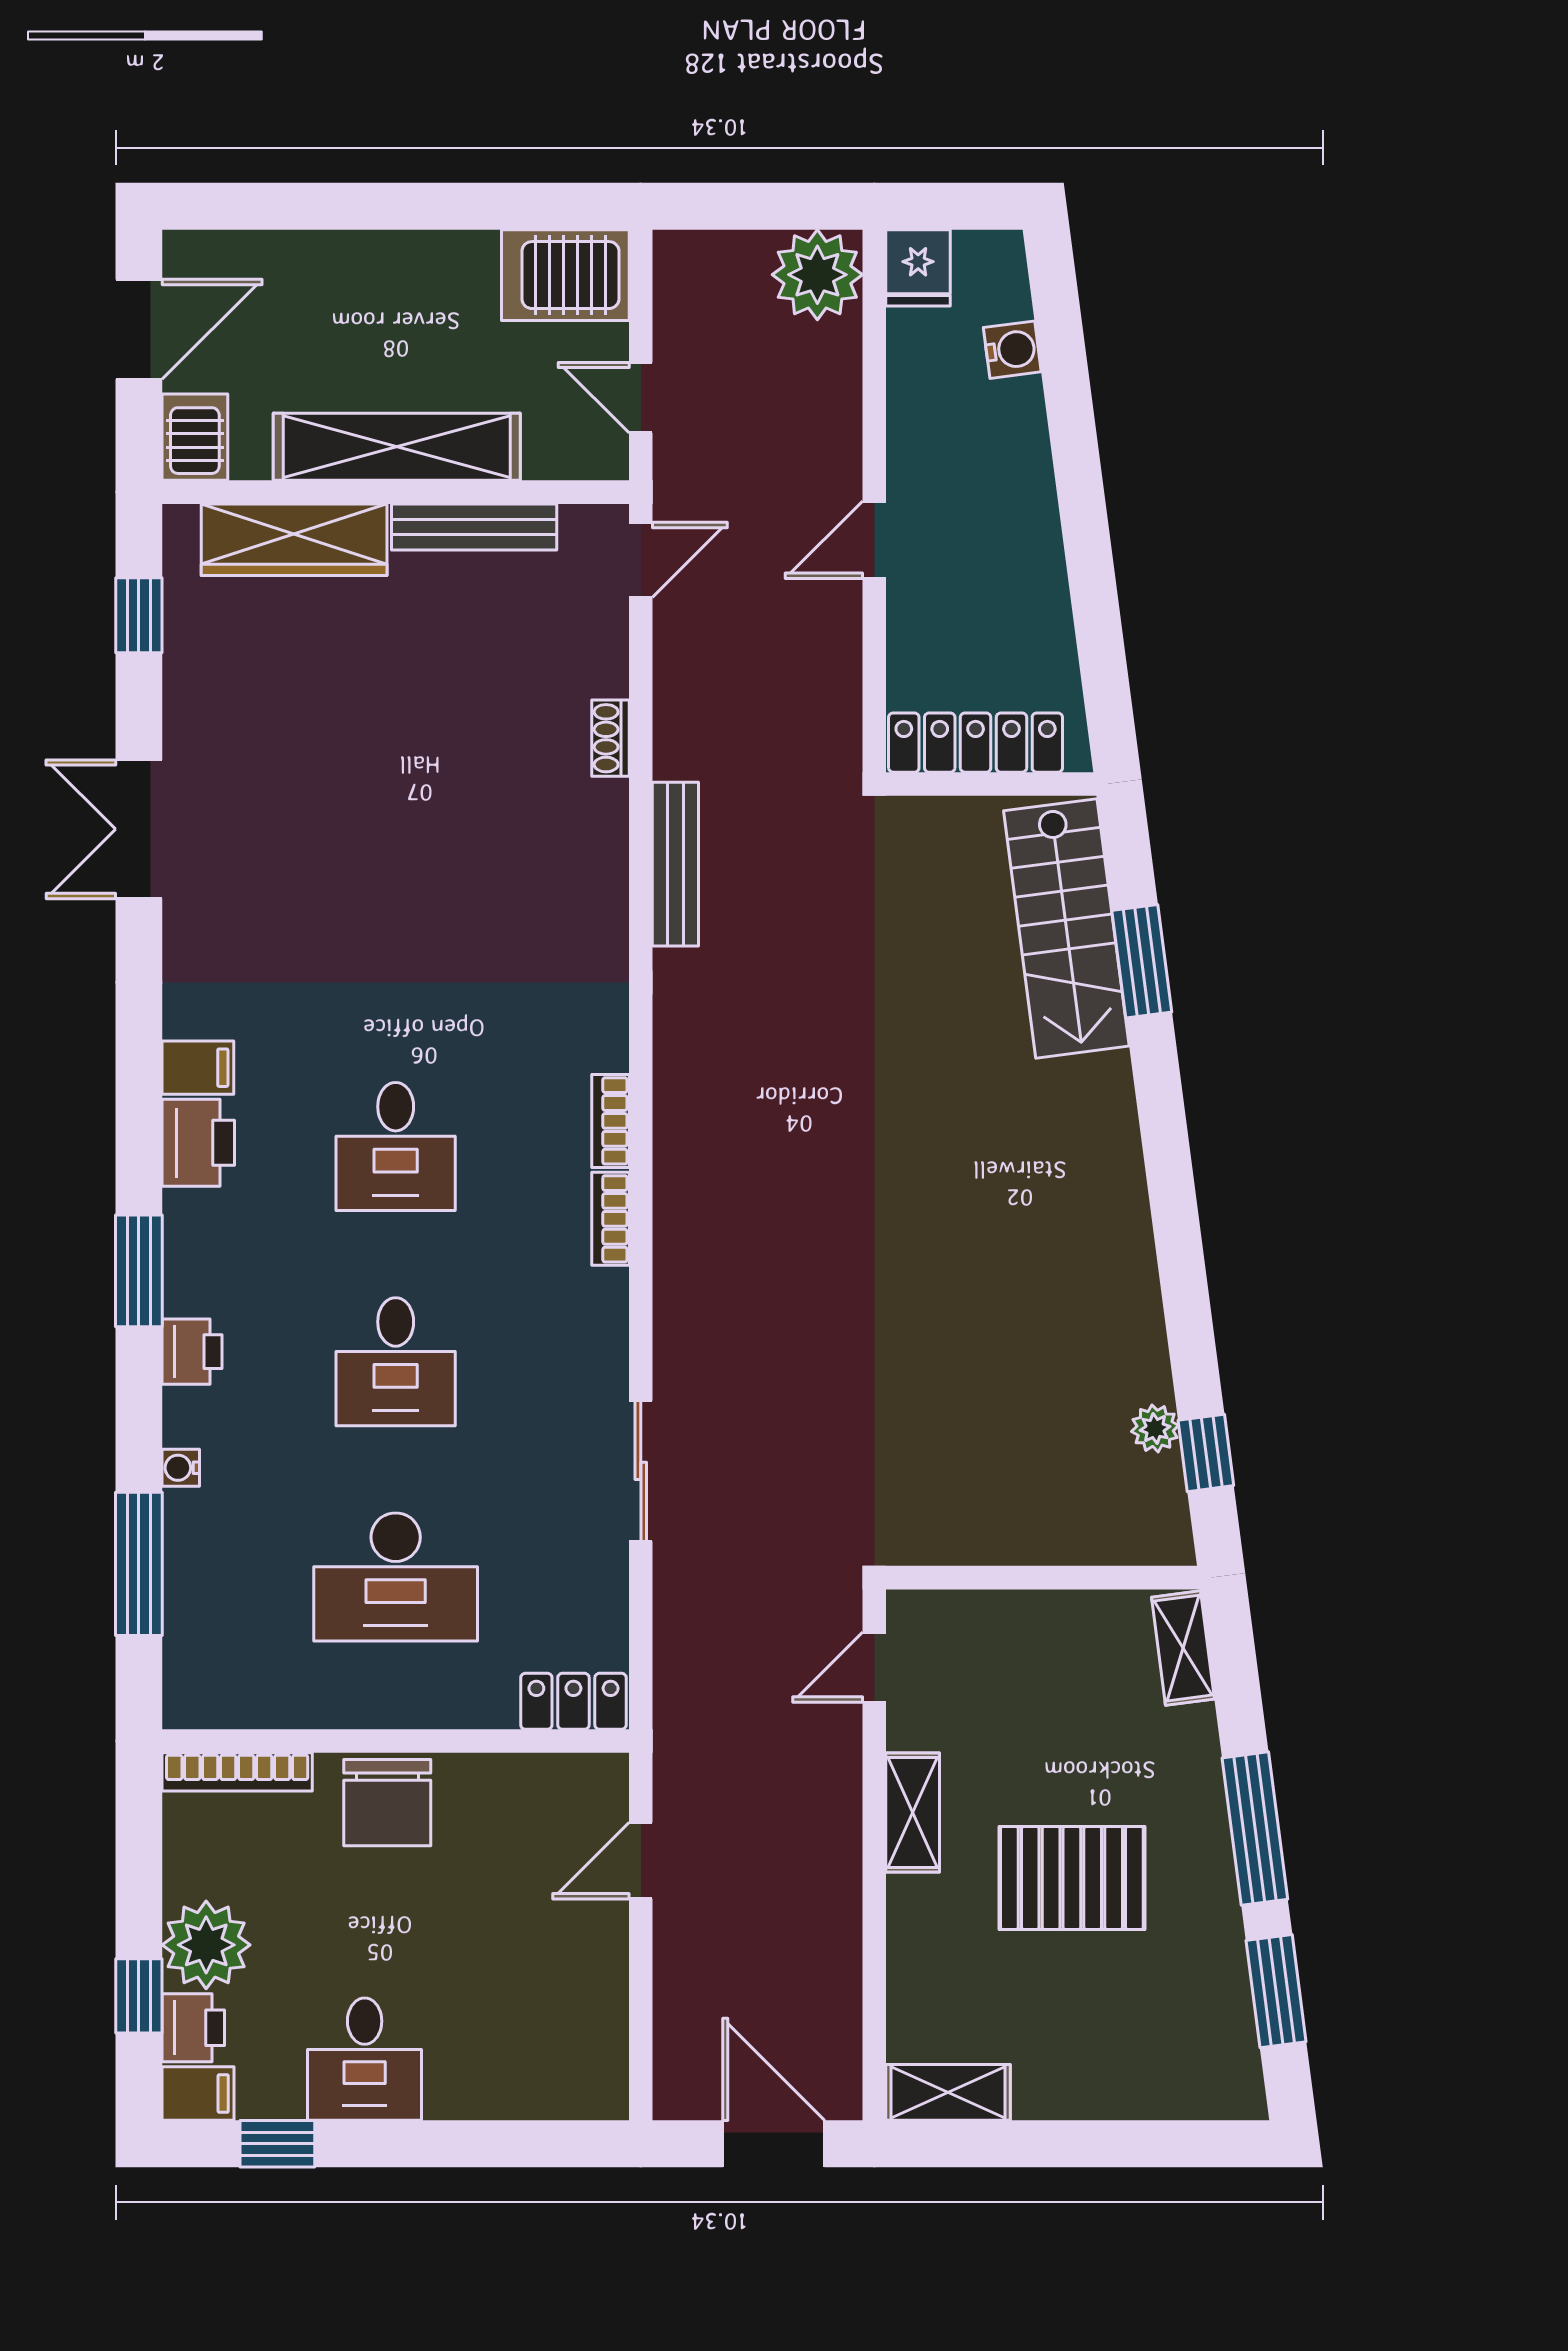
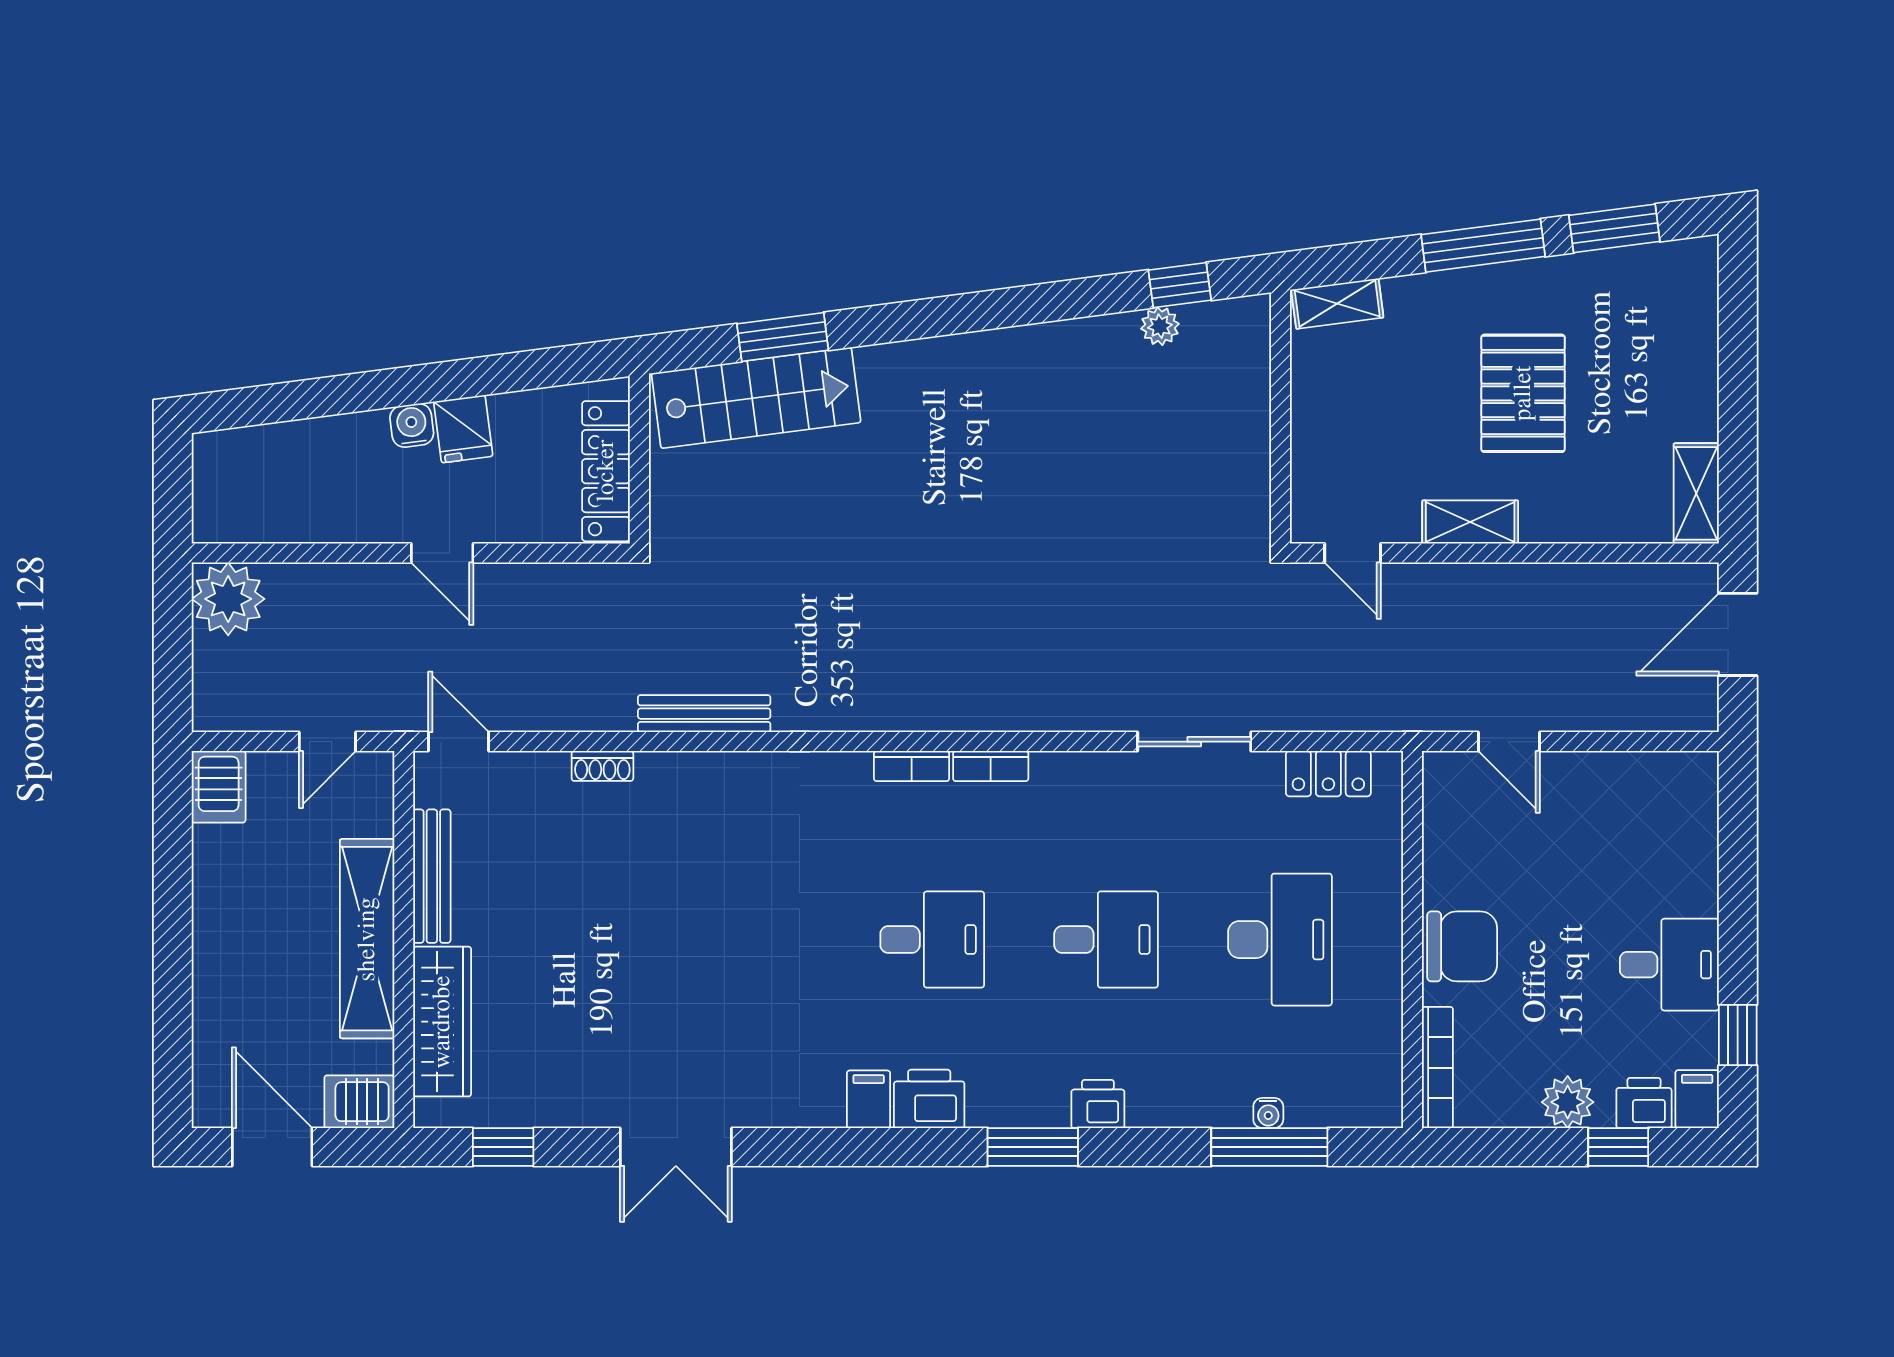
fridge: (918, 268) -> (463, 429), moved, turned 83
server rack: (565, 275) -> (219, 787), width x0.73, depth x0.70
water cooler: (1012, 350) -> (412, 425), moved
water cooler: (181, 1468) -> (1268, 1113), moved
locker: (573, 1701) -> (1328, 774), moved, turned -90
plant: (206, 1945) -> (1568, 1102), width x0.73, depth x0.73

